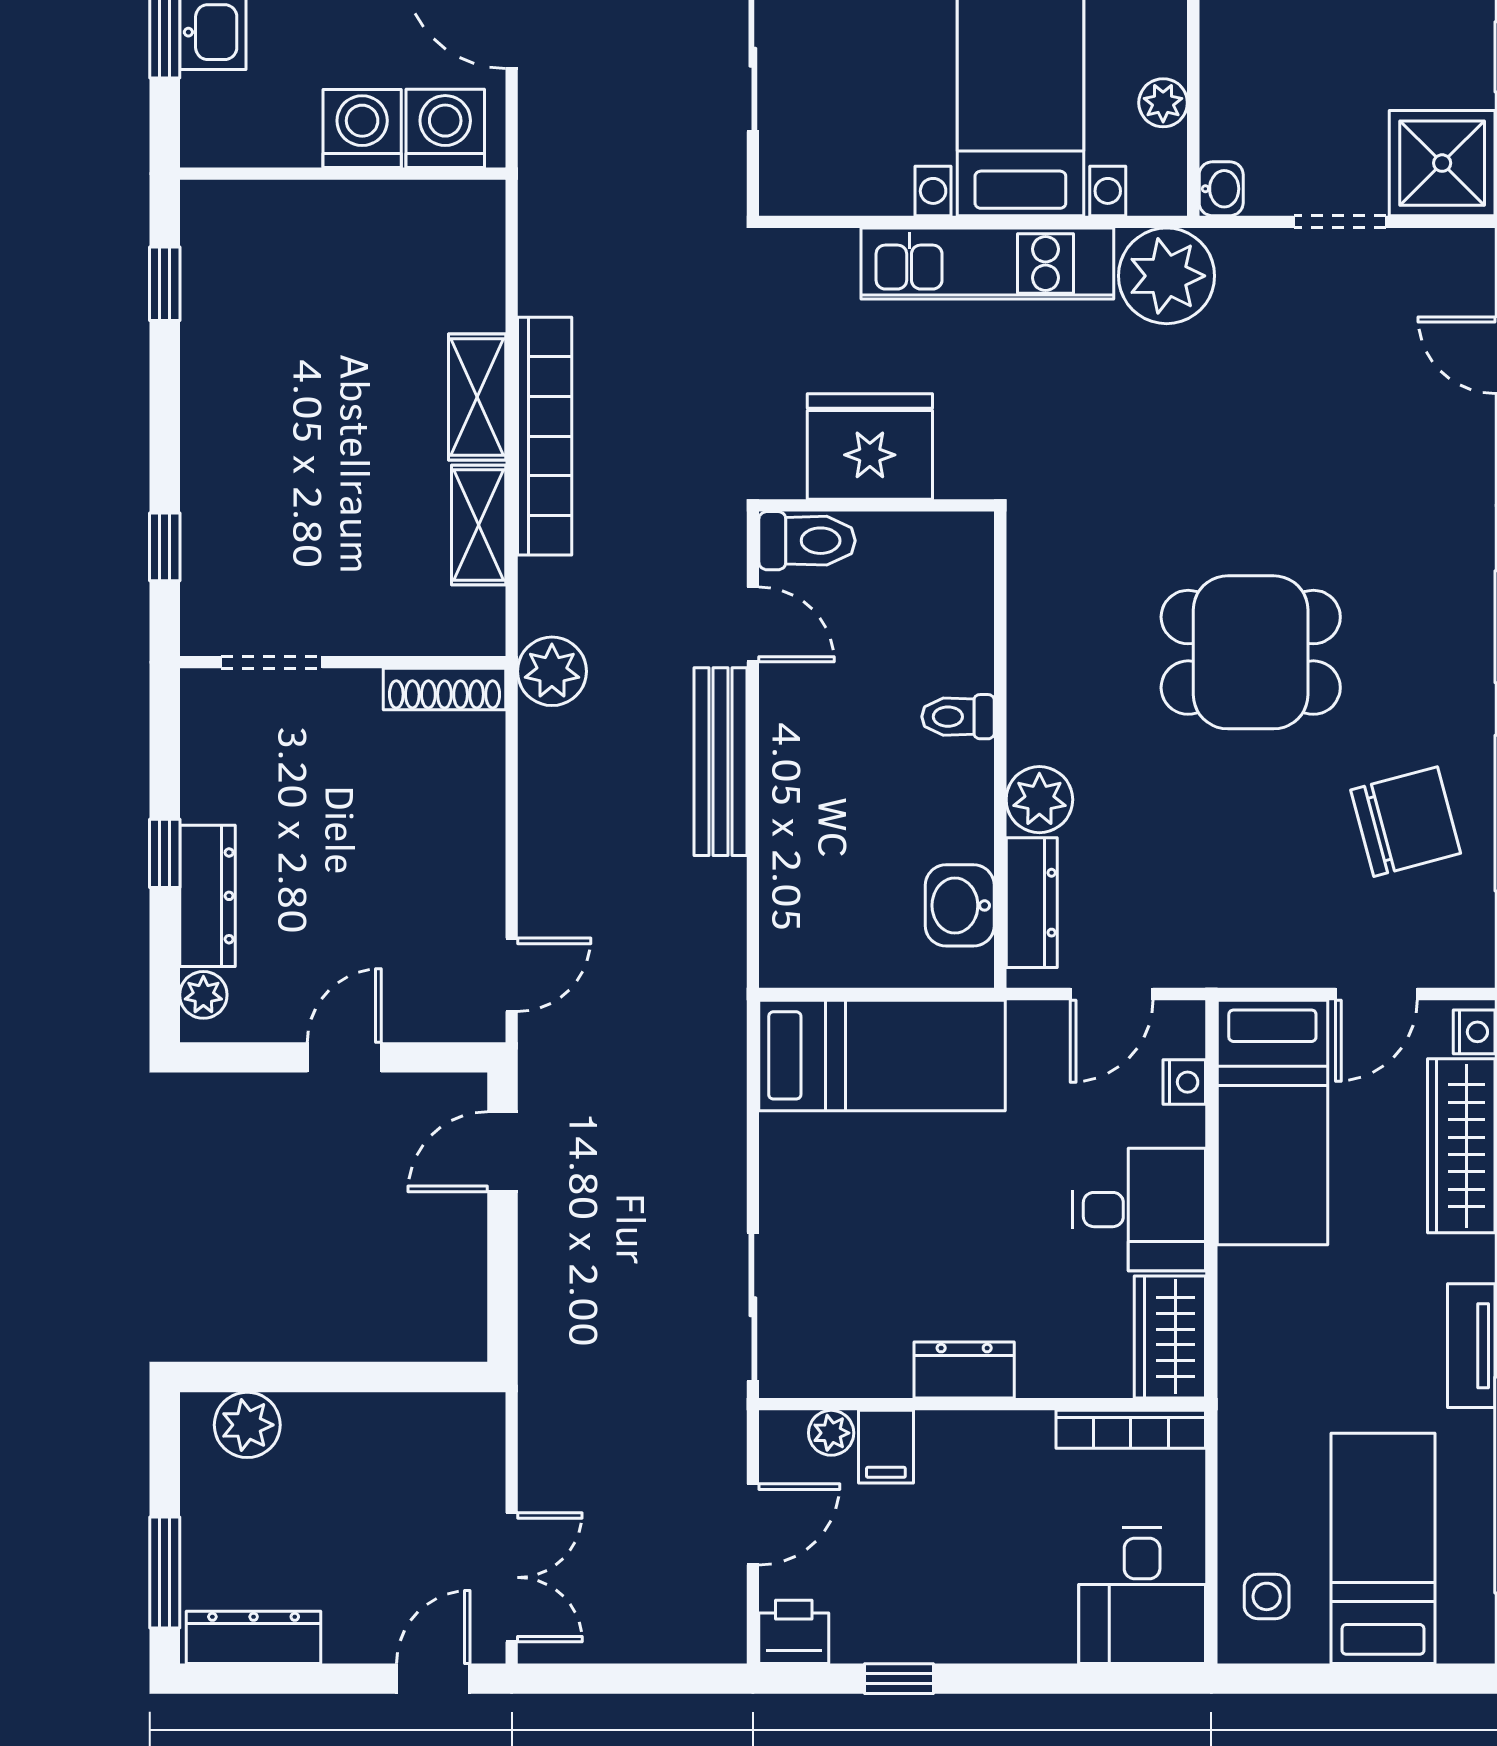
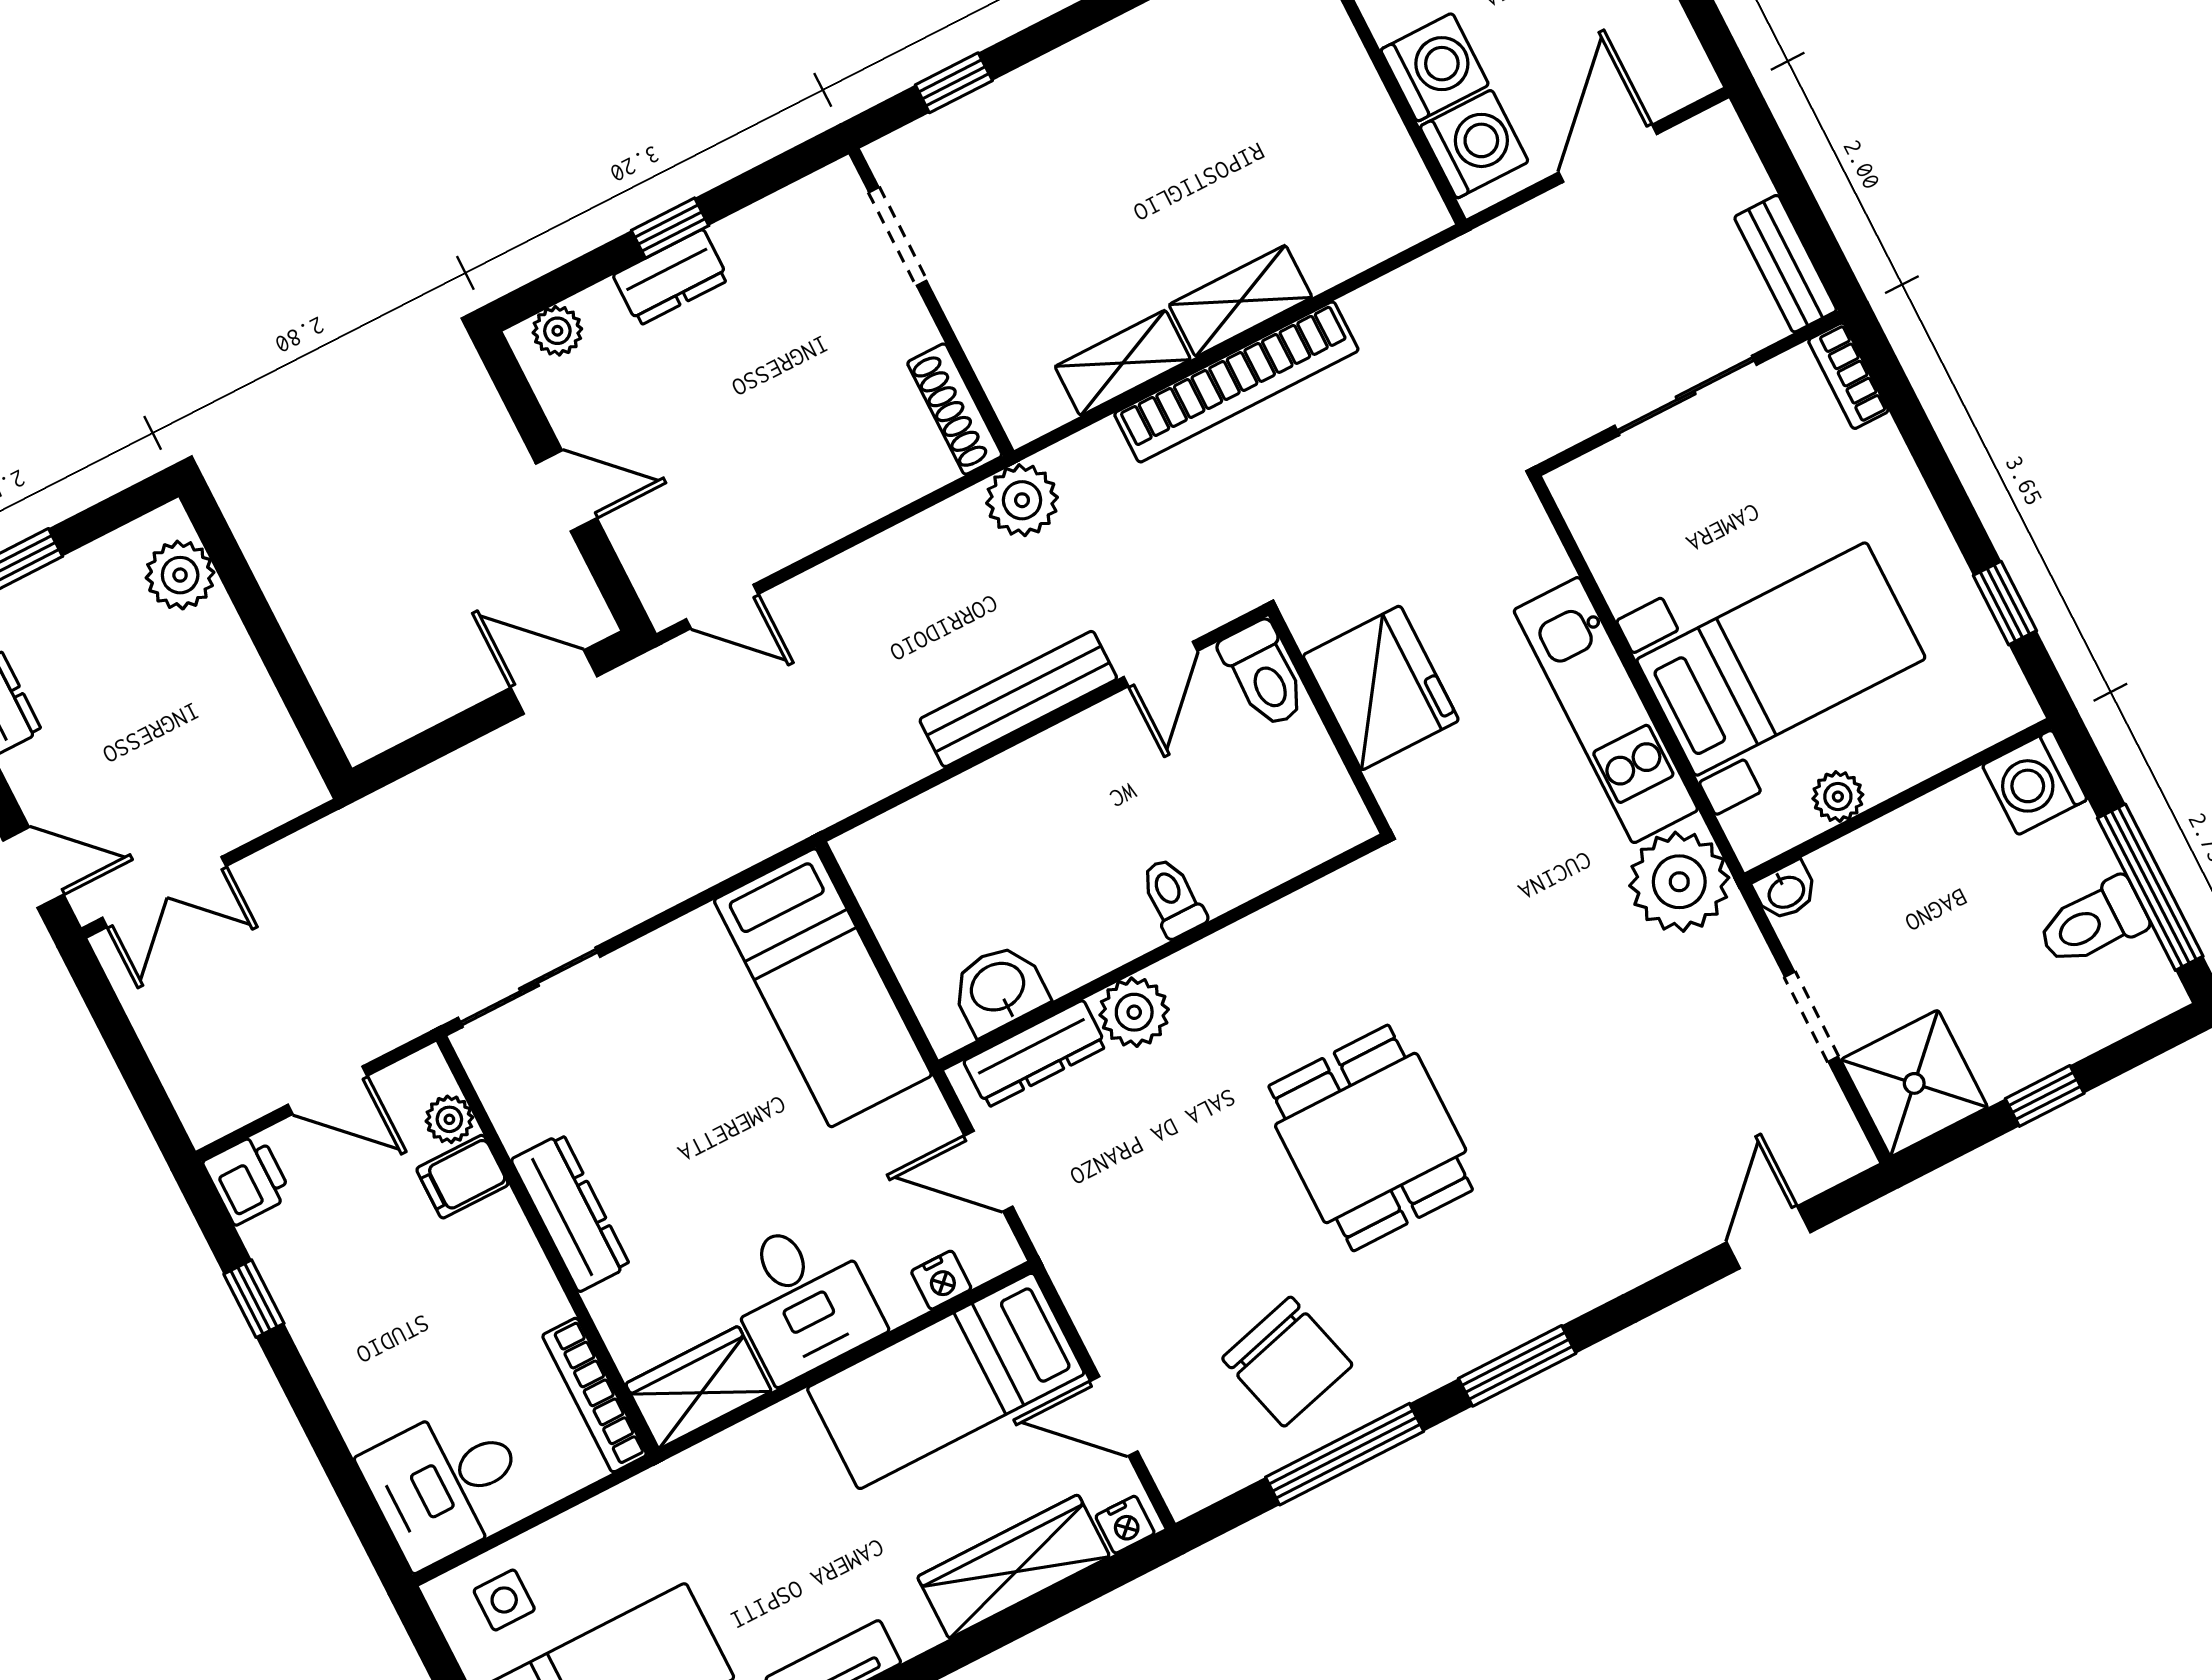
dresser: (207, 896) -> (671, 277), width x0.70
dresser: (964, 1370) -> (571, 1213), width x1.44

